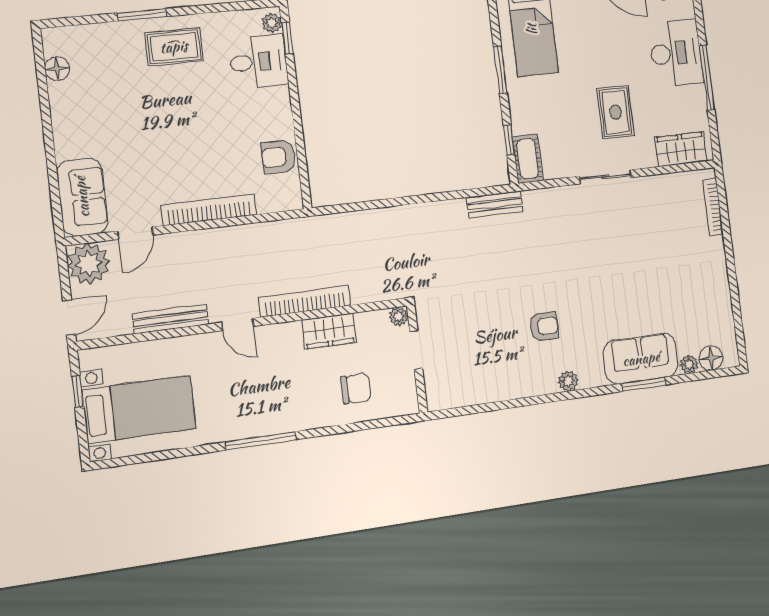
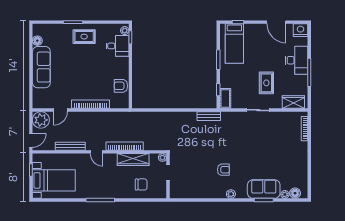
sofa: (82, 197) -> (41, 67), moved, width x1.36
wardrobe: (329, 331) -> (133, 160), width x1.50

